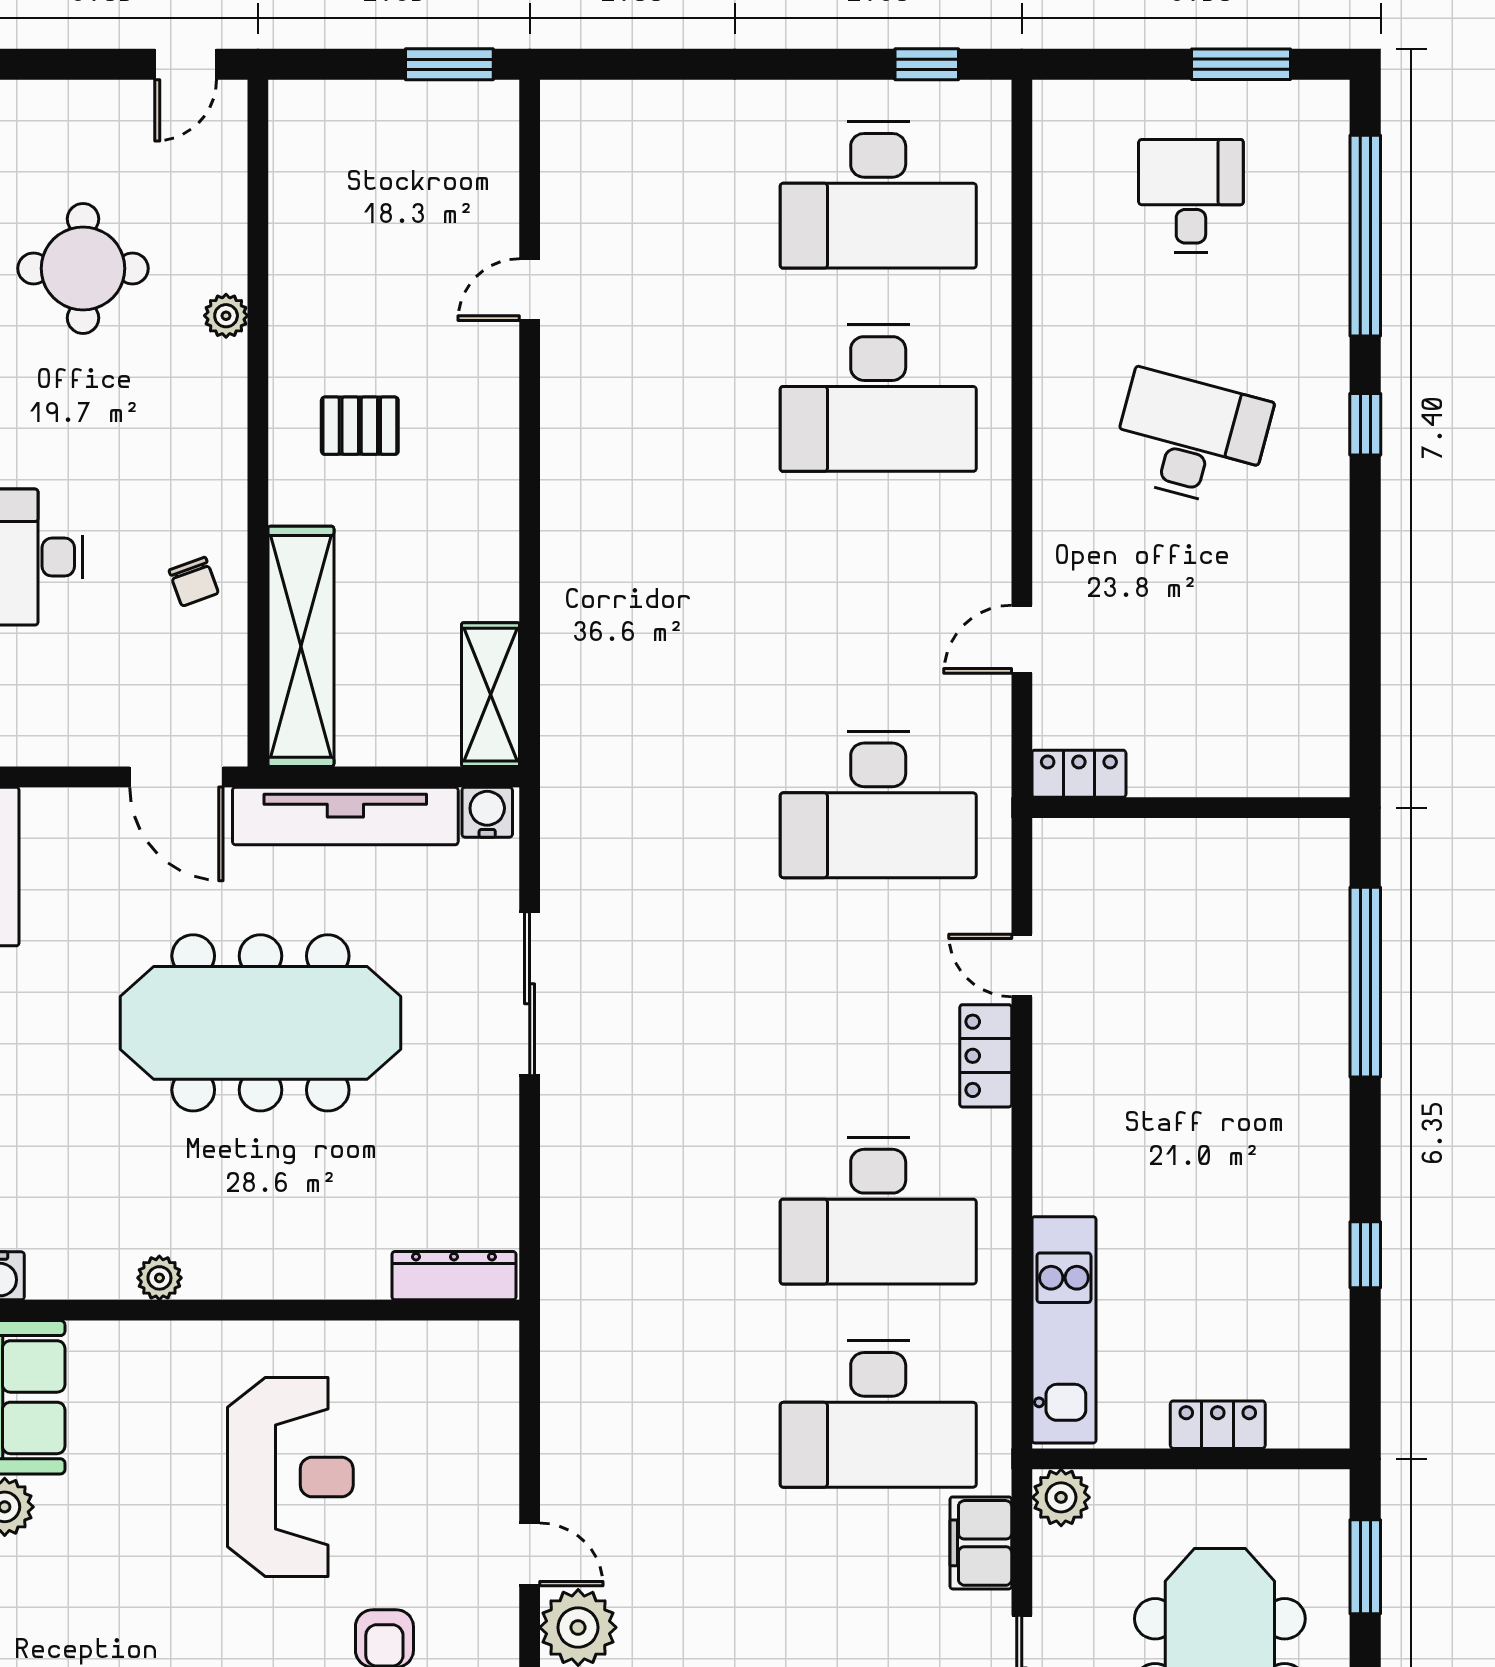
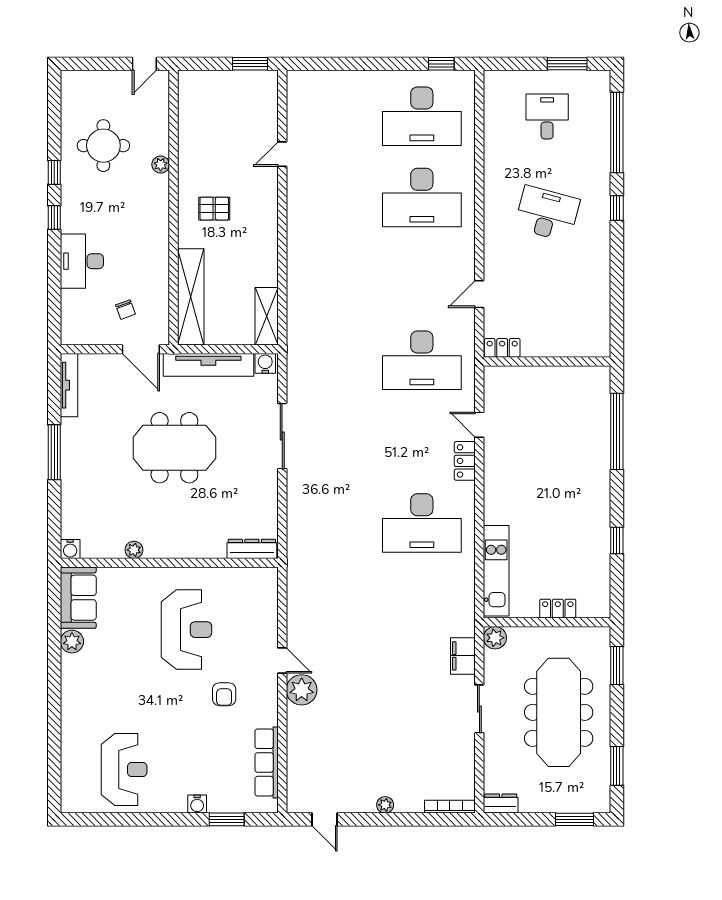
chair: (194, 582) -> (125, 310), moved
meeting table: (260, 1023) -> (174, 448), width x0.73
desk: (878, 1414) -> (422, 604), removed

